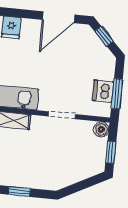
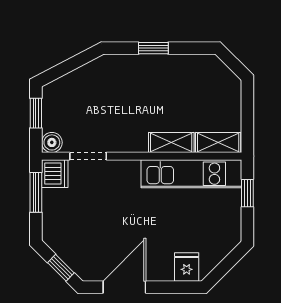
dishwasher: (103, 91) -> (55, 174), moved
doorway: (62, 115) -> (88, 156), moved

